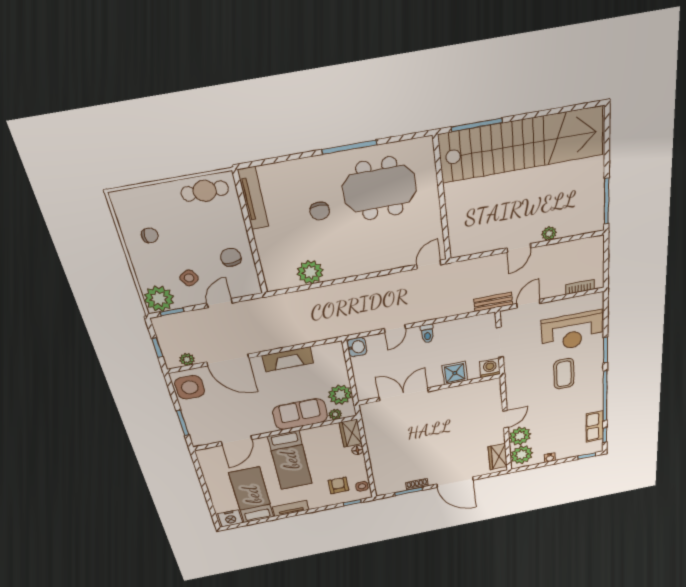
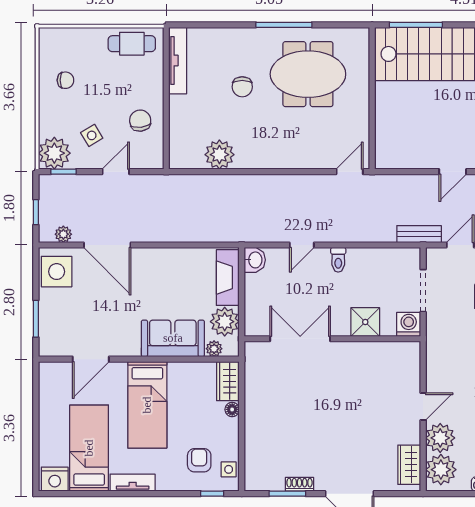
fireplace: (288, 359) -> (228, 278), moved, turned 90

